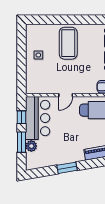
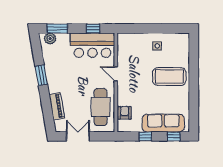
window: (21, 142) -> (57, 28), moved
plant: (31, 146) -> (50, 39), moved

